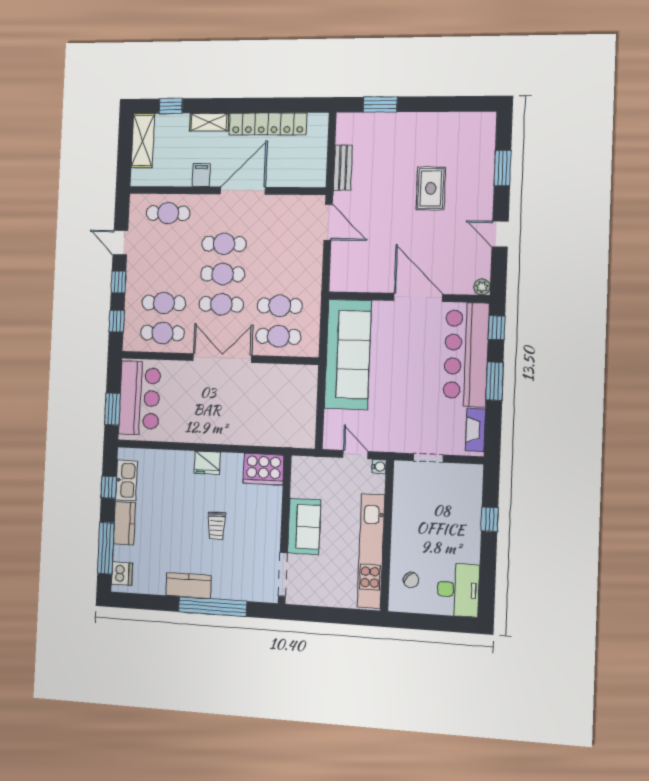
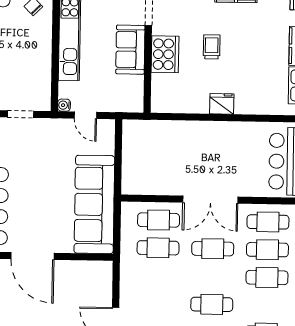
cafe table: (223, 274) -> (267, 278), moved
cooker: (264, 469) -> (165, 54), moved, turned 90

